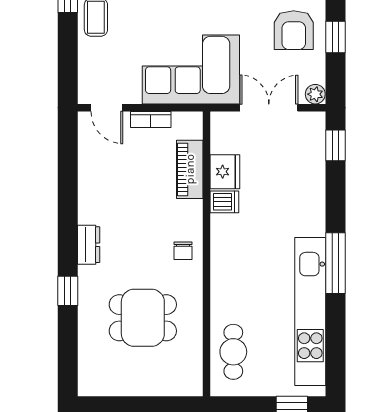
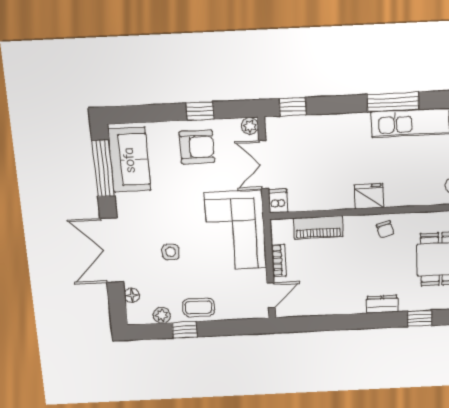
fridge: (225, 172) -> (369, 196), moved
dishwasher: (224, 202) -> (278, 201), moved
chair: (183, 251) -> (385, 230), turned 73

